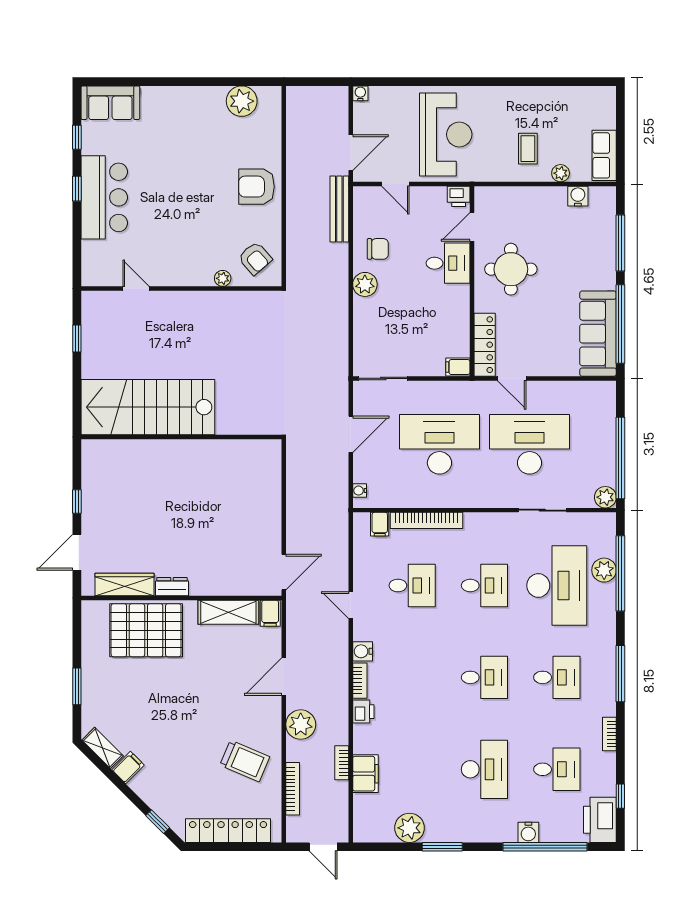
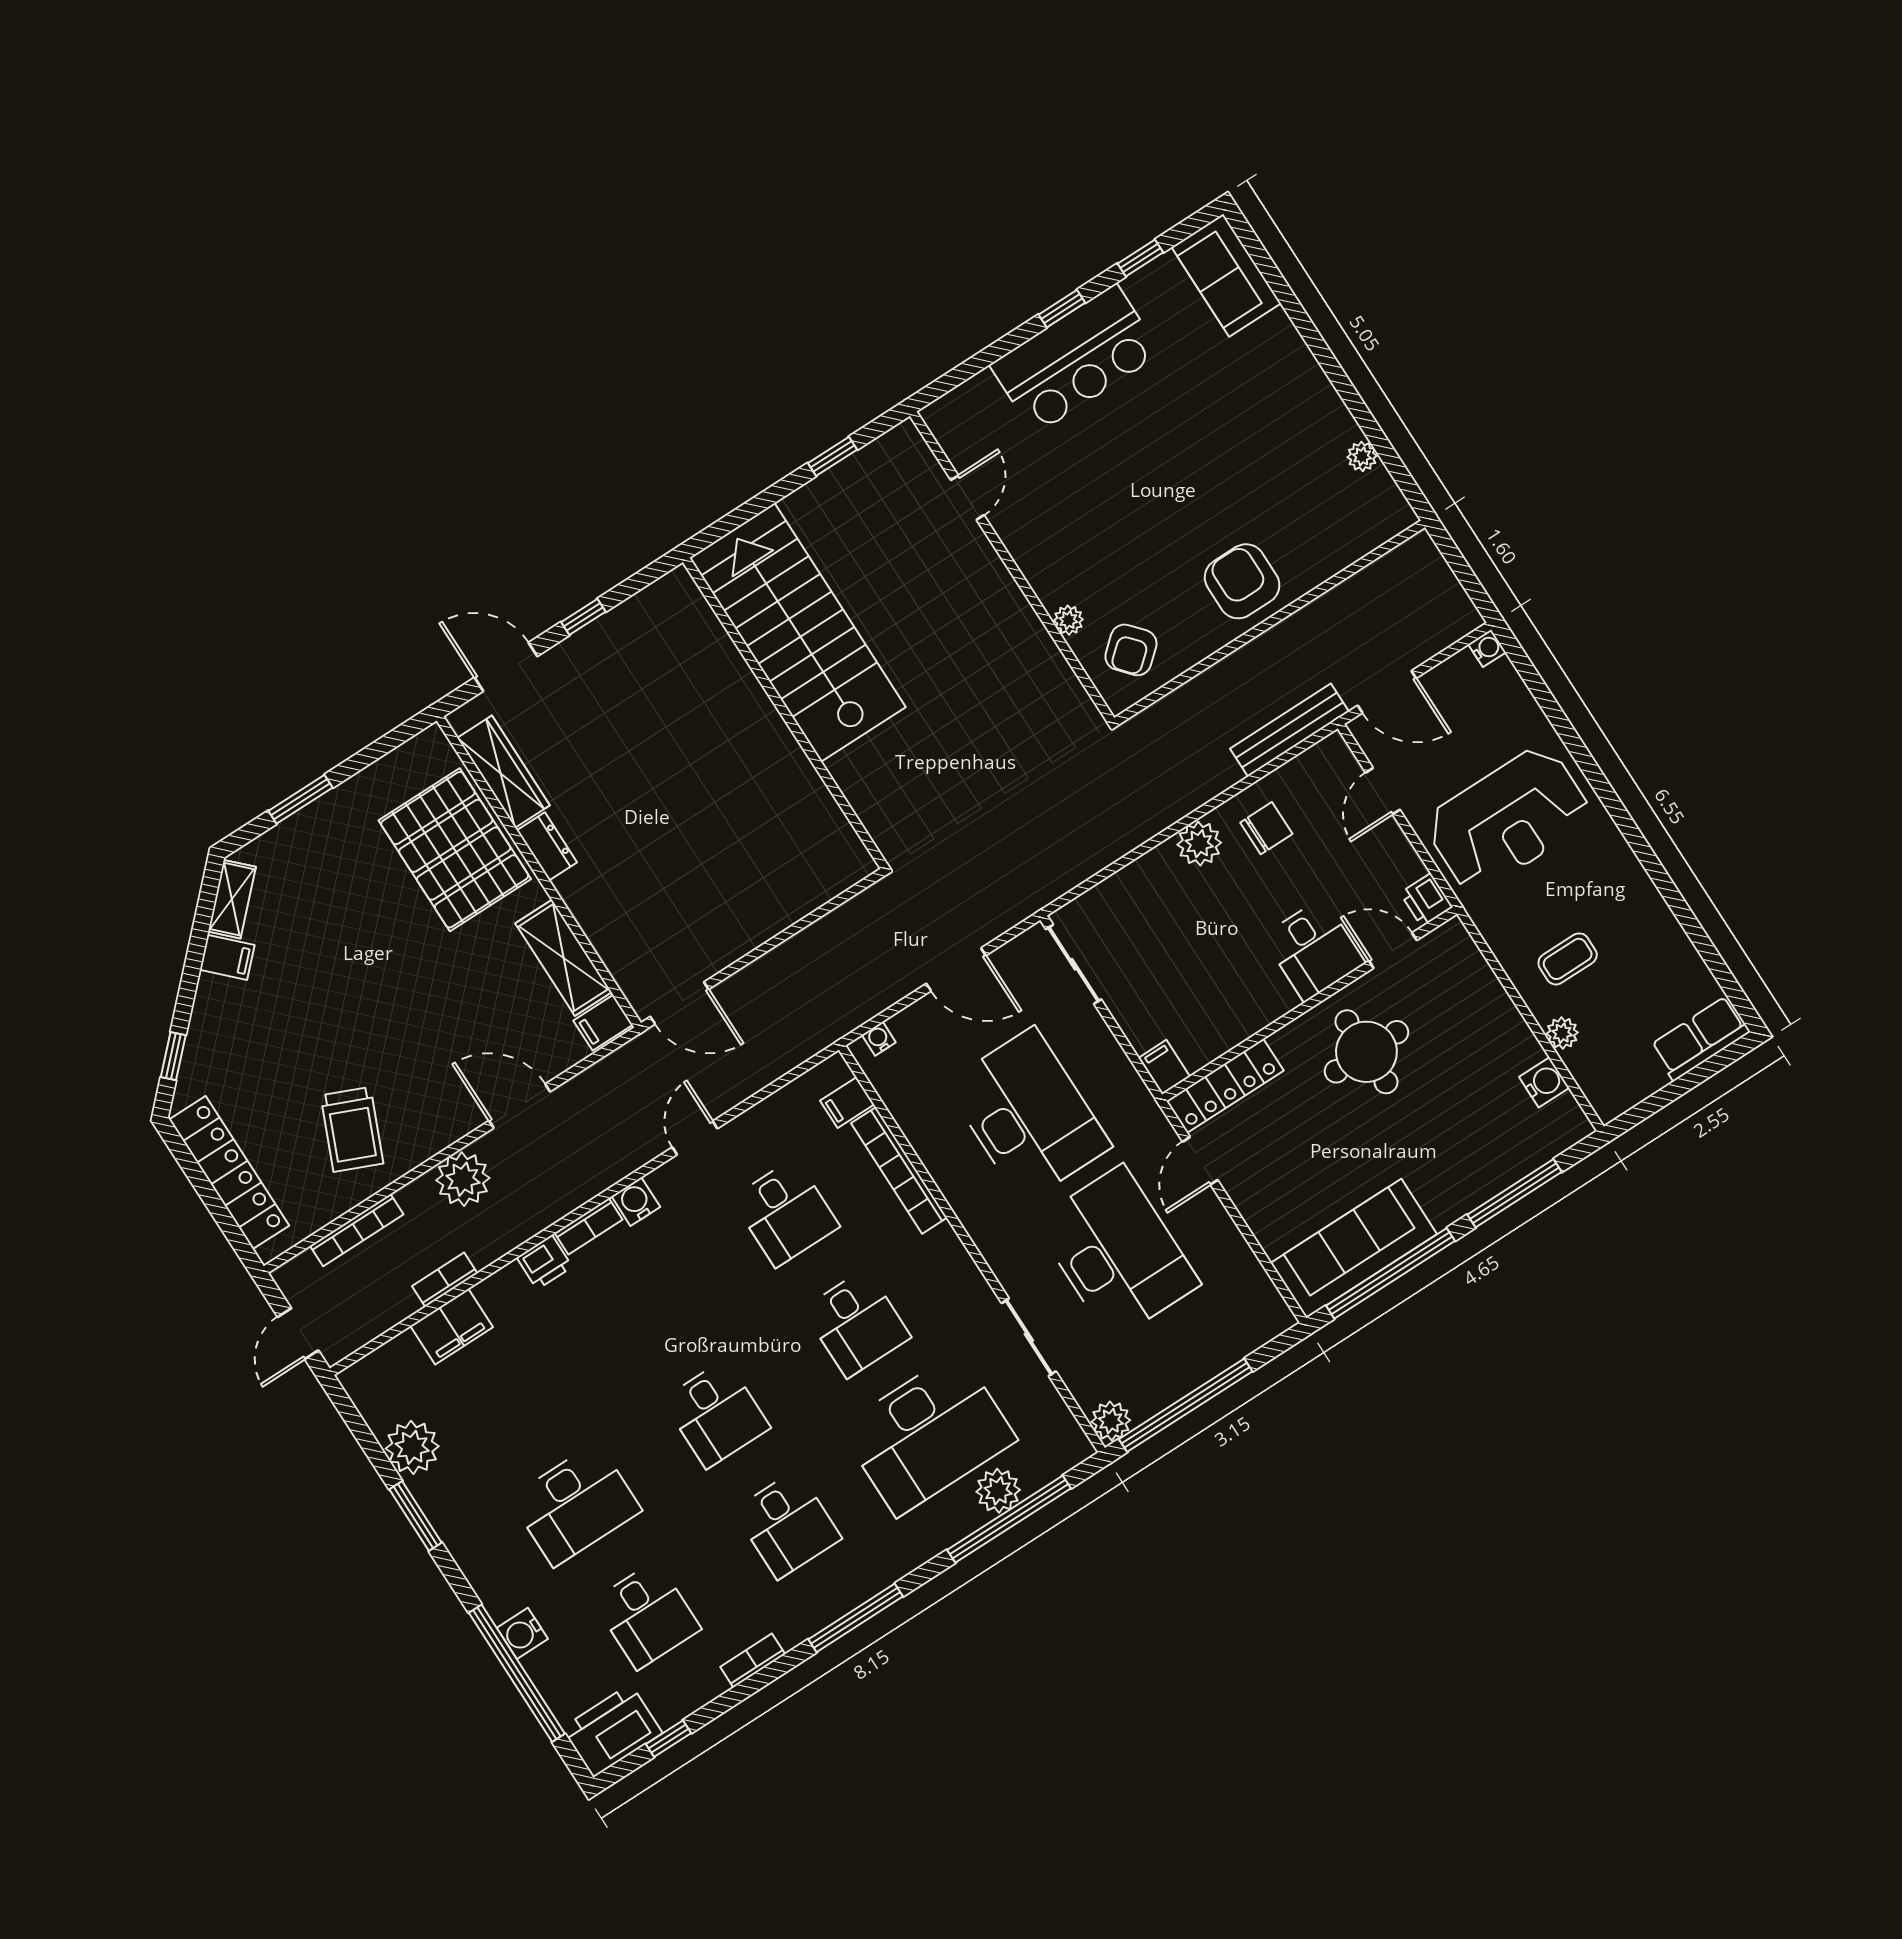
plant: (242, 101) -> (1362, 456), width x0.53, depth x0.53
row of seats: (604, 155) -> (1700, 1038), moved
chair: (378, 249) -> (1266, 828), turned -90

